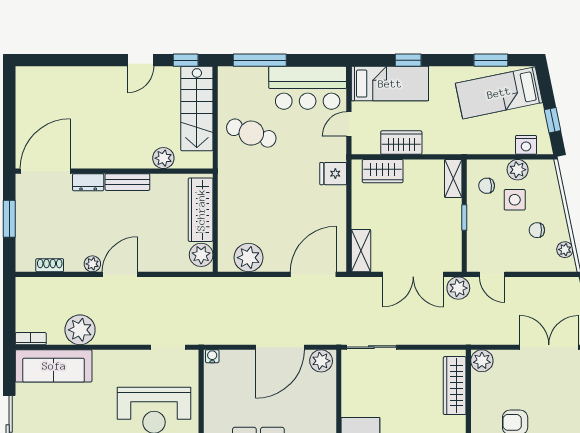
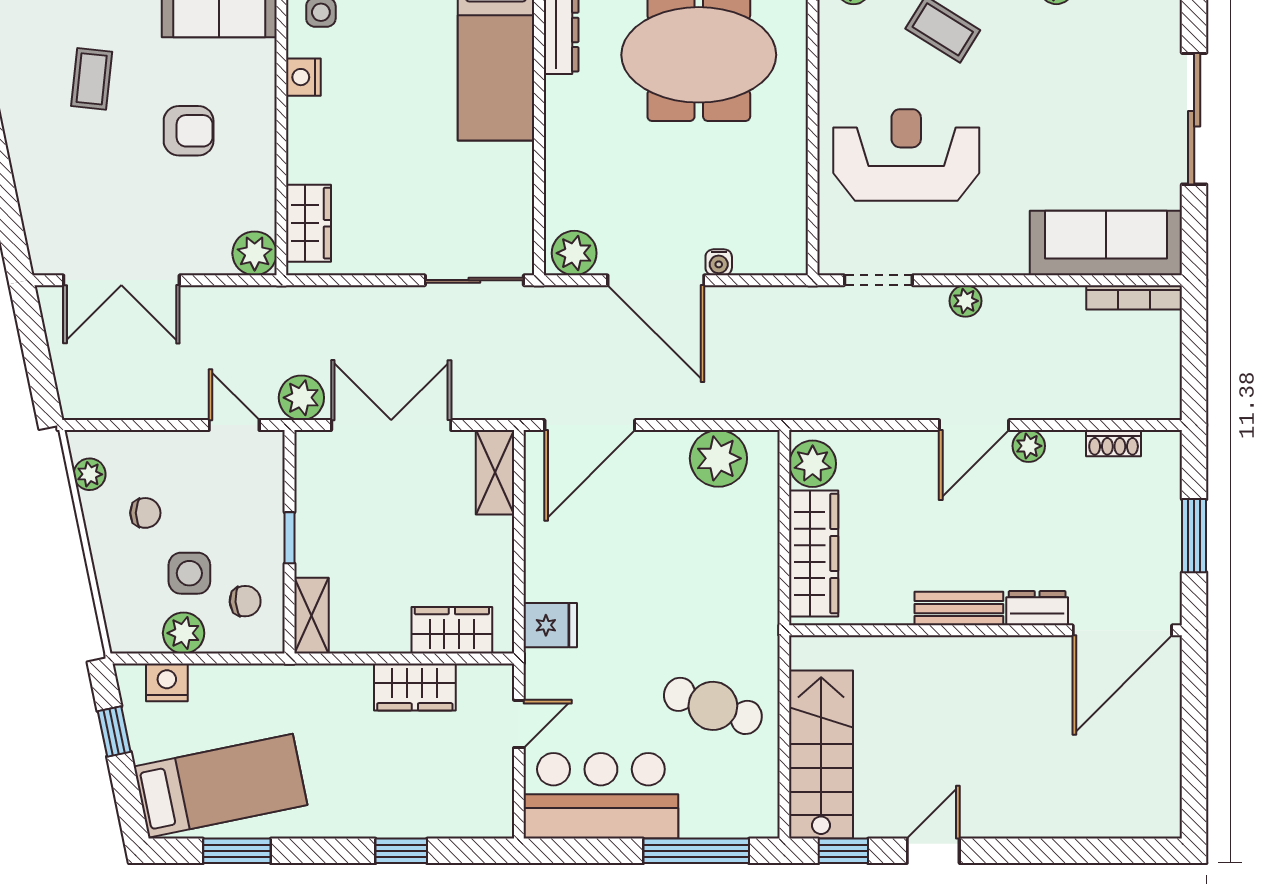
bed: (390, 84) -> (438, 804), removed
plant: (163, 158) -> (888, 656), removed
plant: (80, 330) -> (966, 301), moved, width x0.53, depth x0.53
bookcase: (31, 339) -> (1134, 297), width x1.56
door: (280, 347) -> (656, 280), swing flipped
water cooler: (212, 356) -> (719, 262), moved
wardrobe: (455, 386) -> (309, 223), width x0.67

